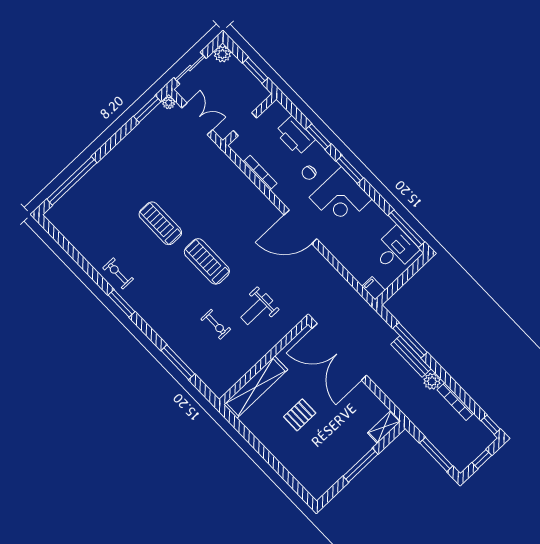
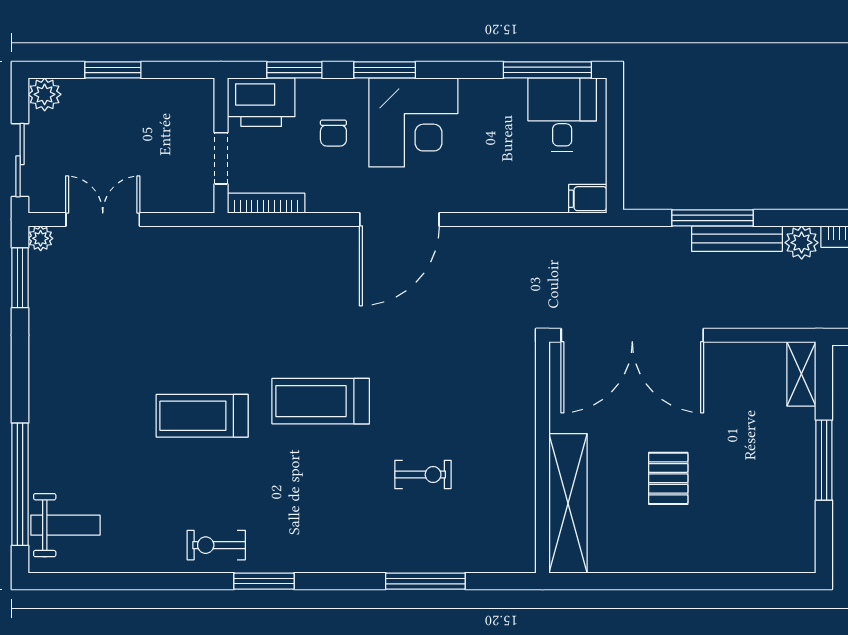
wall: (250, 120) -> (221, 145), moved
doorway: (245, 124) -> (221, 158), moved
weight bench: (257, 309) -> (65, 525), moved, turned -90

